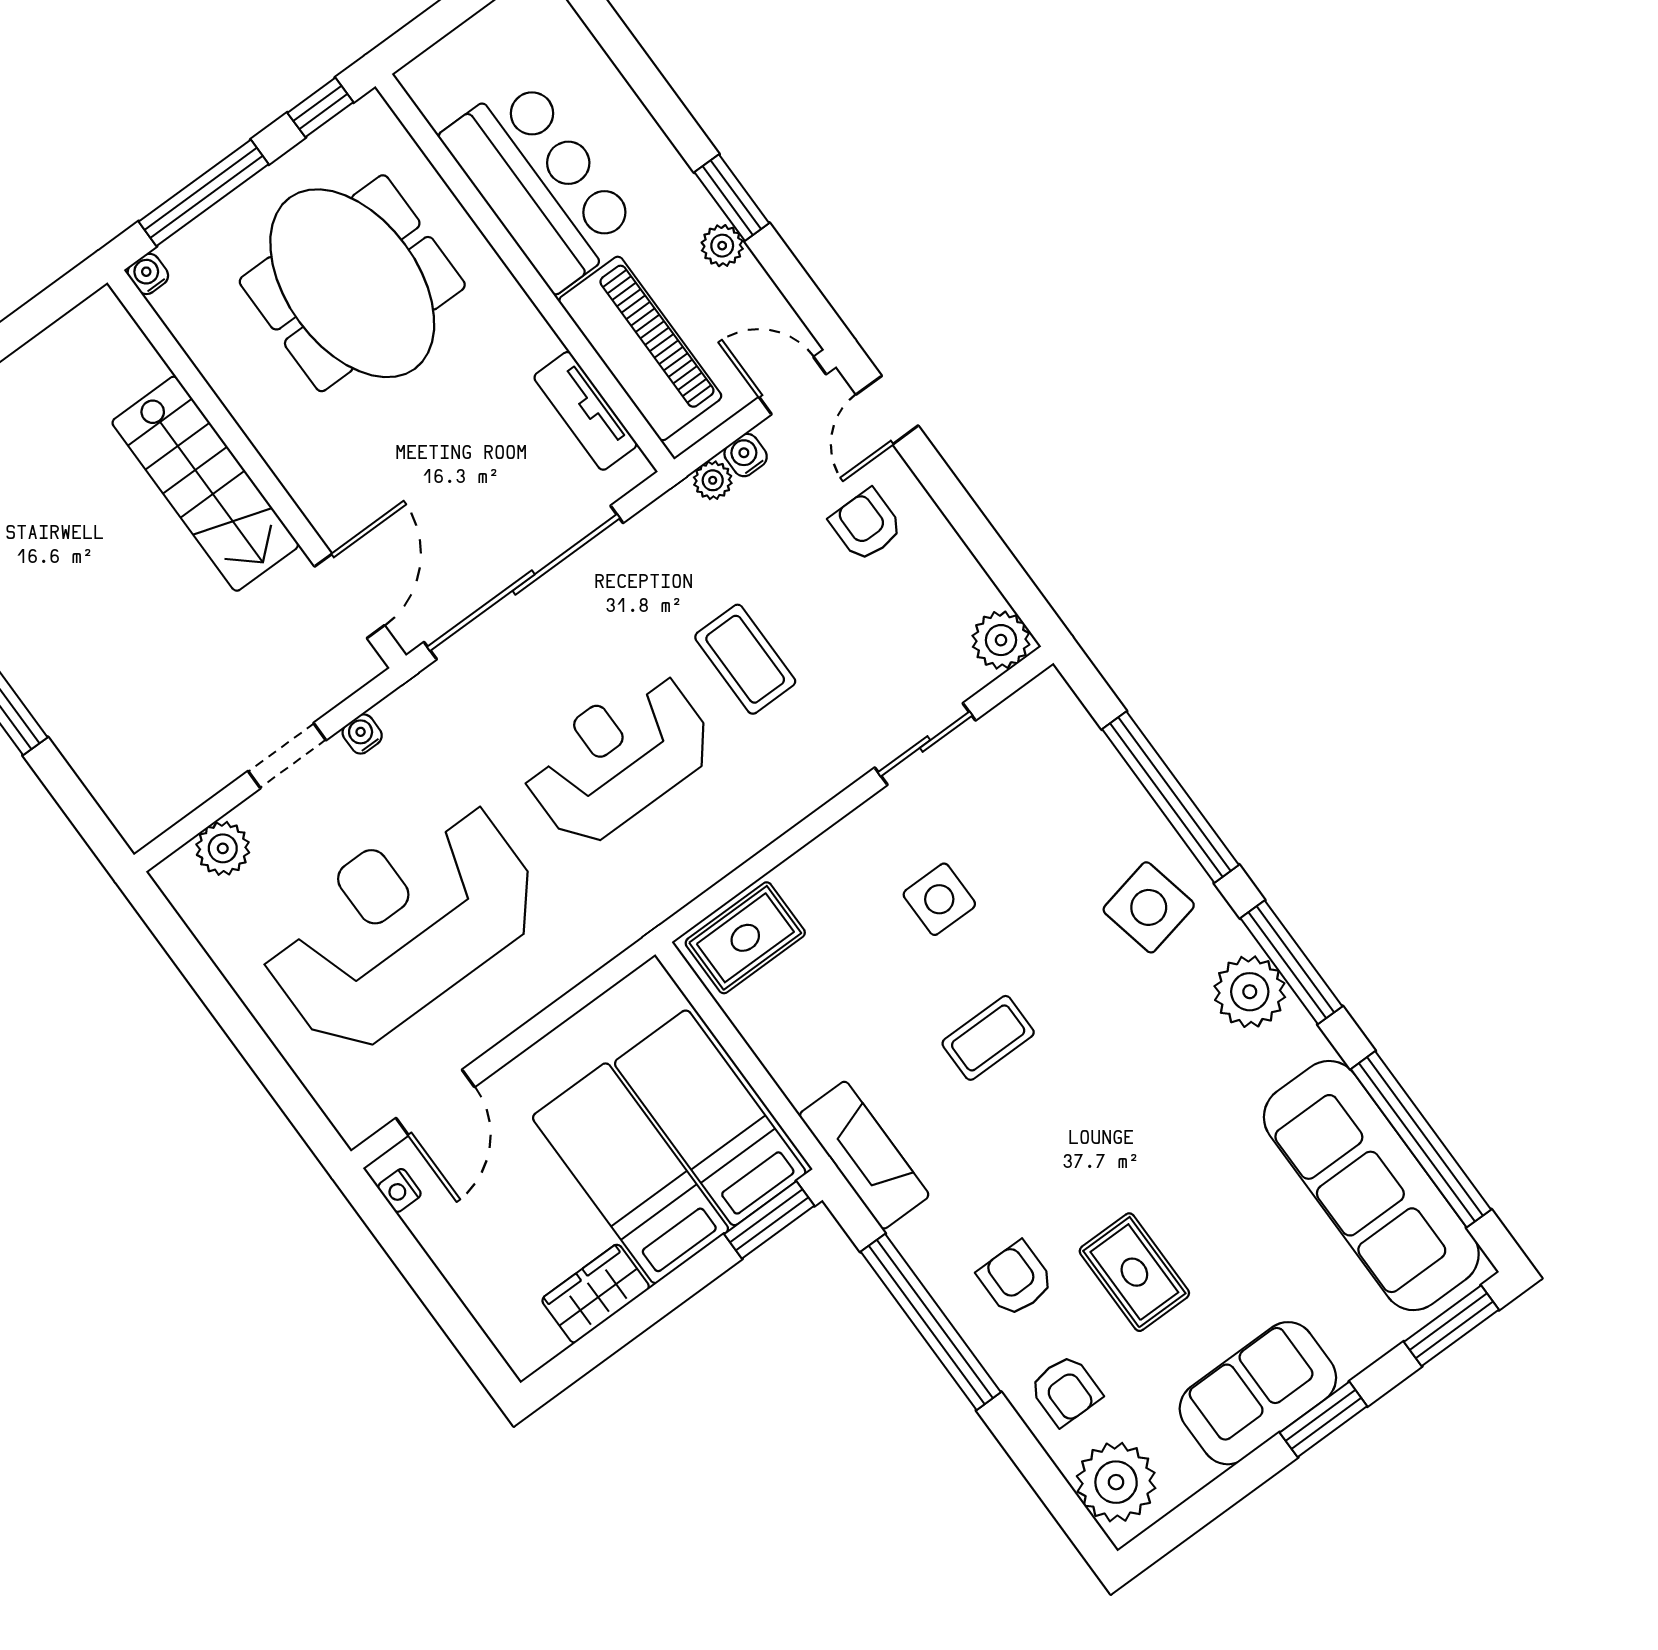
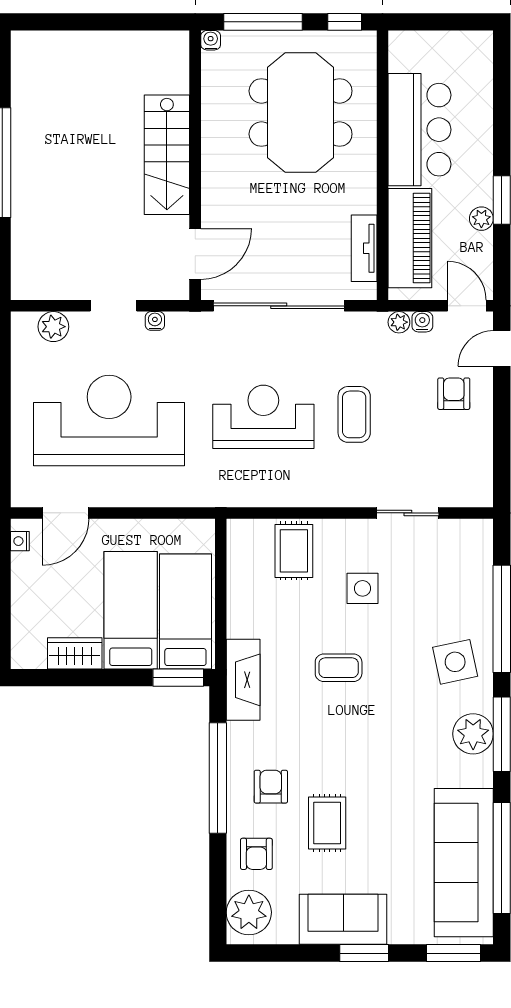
plant: (1001, 640) -> (477, 491), removed
rug: (745, 938) -> (294, 551), moved, turned 90

